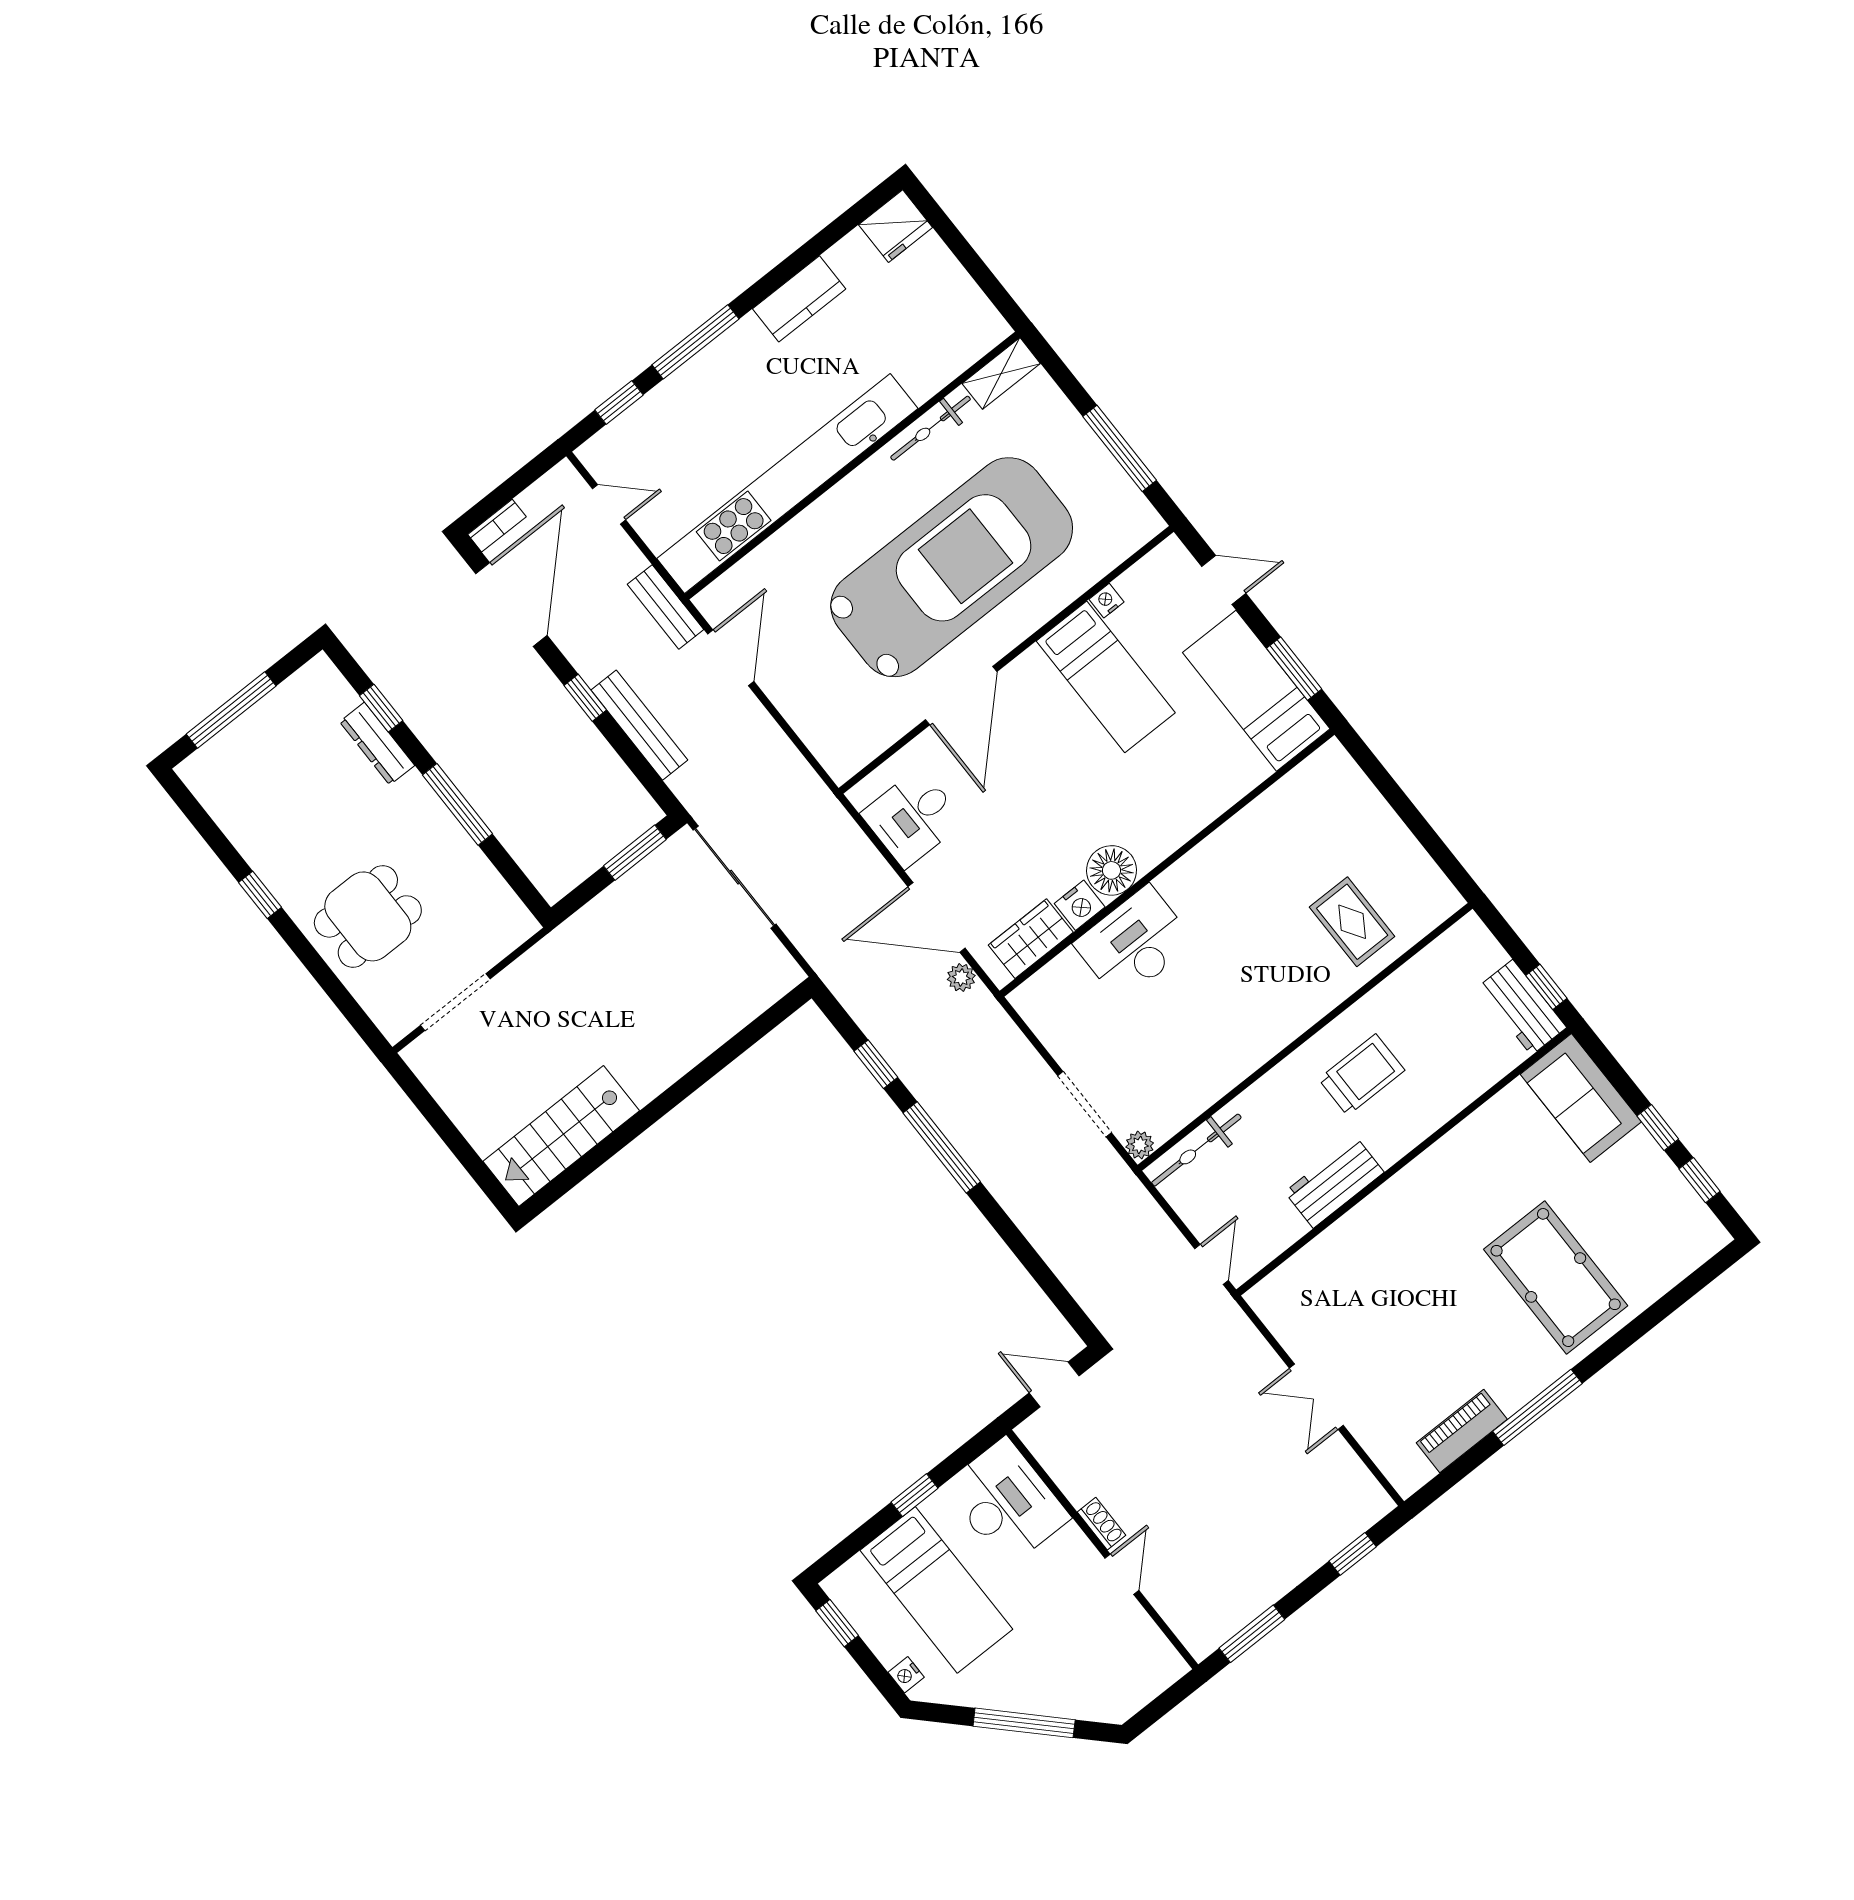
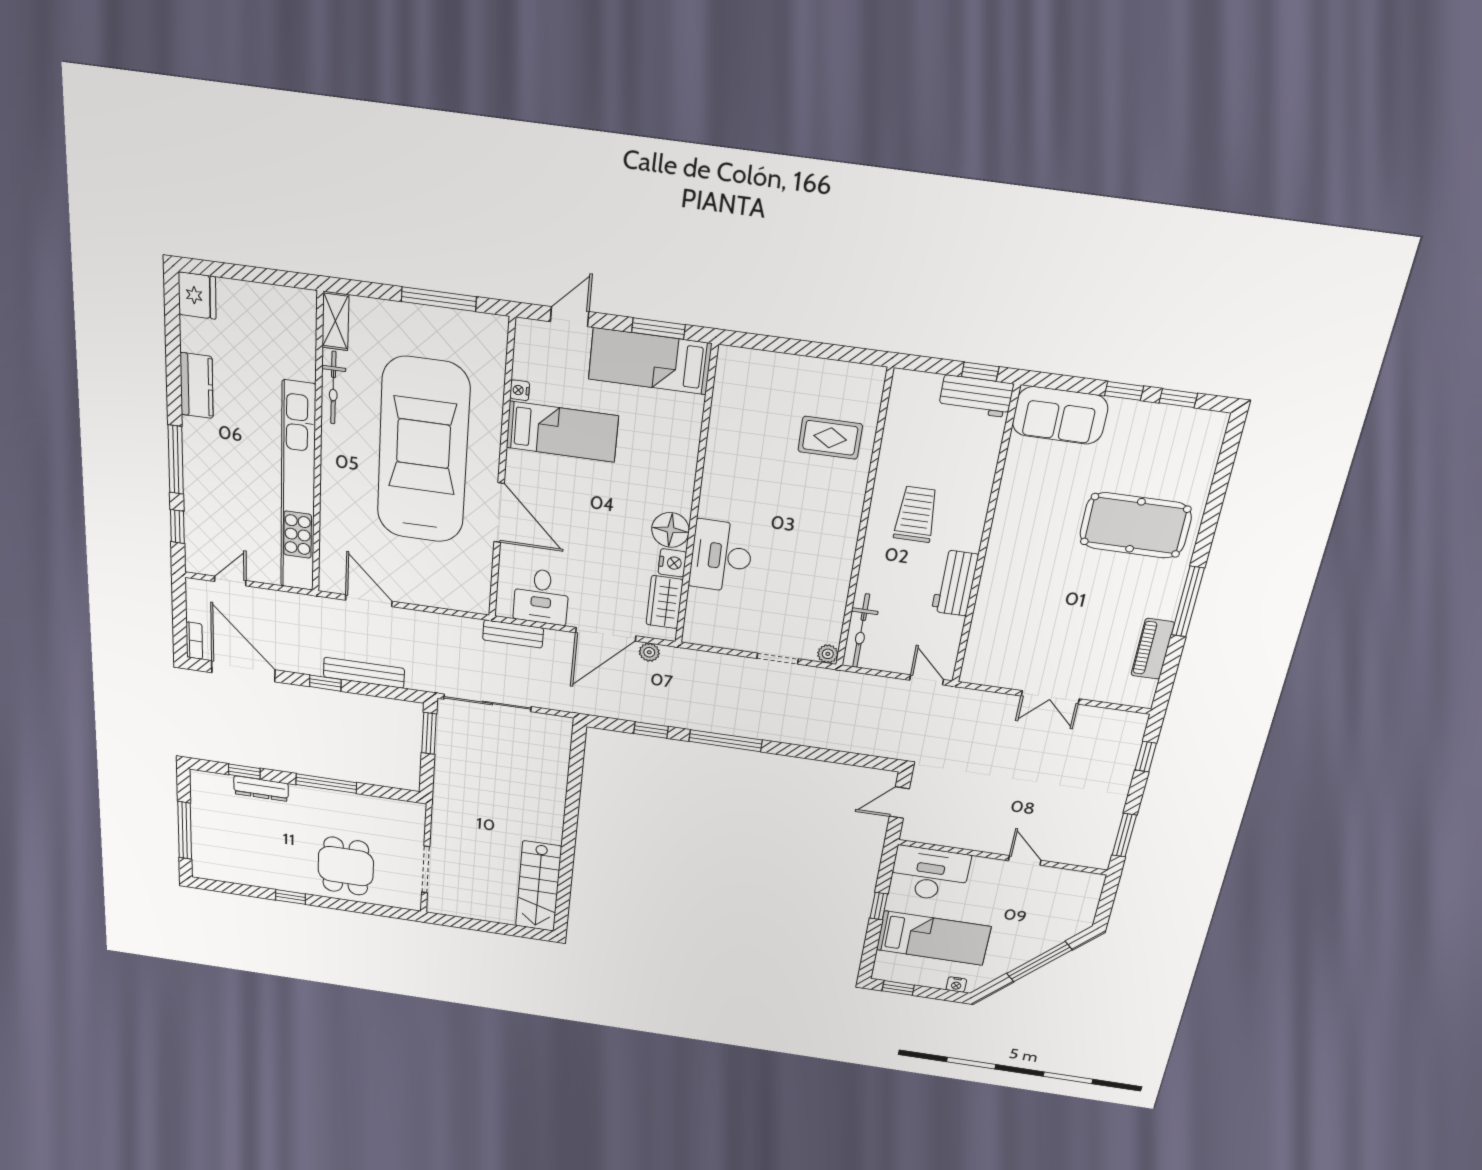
bench: (665, 607) -> (513, 634), moved
doorway: (1084, 1104) -> (778, 659), width x0.73
shoe rack: (1102, 1524) -> (990, 846), removed

